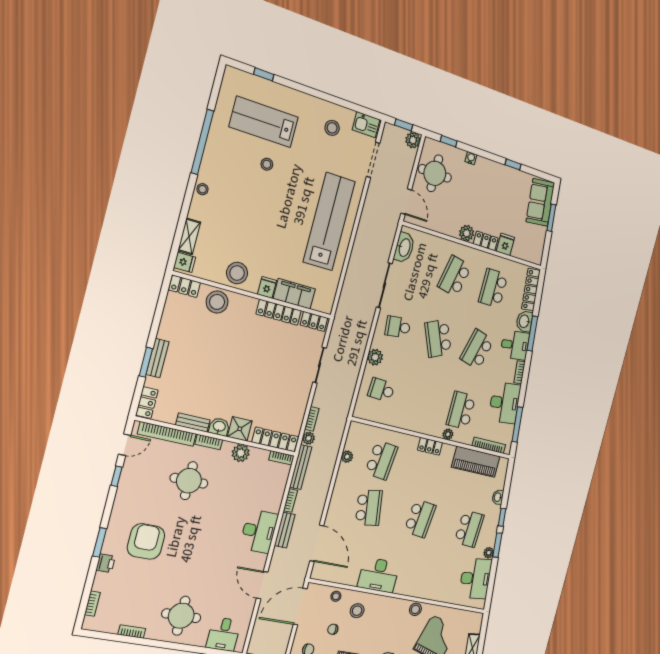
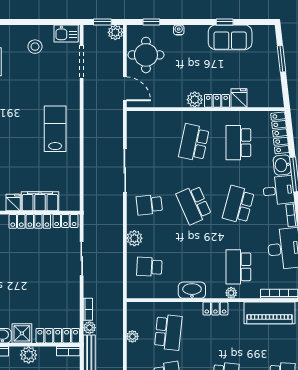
sofa: (540, 202) -> (230, 37), moved, turned -84
lab bench: (329, 222) -> (55, 129), width x0.54, depth x0.72
washbasin: (404, 247) -> (192, 290), moved, turned -90

